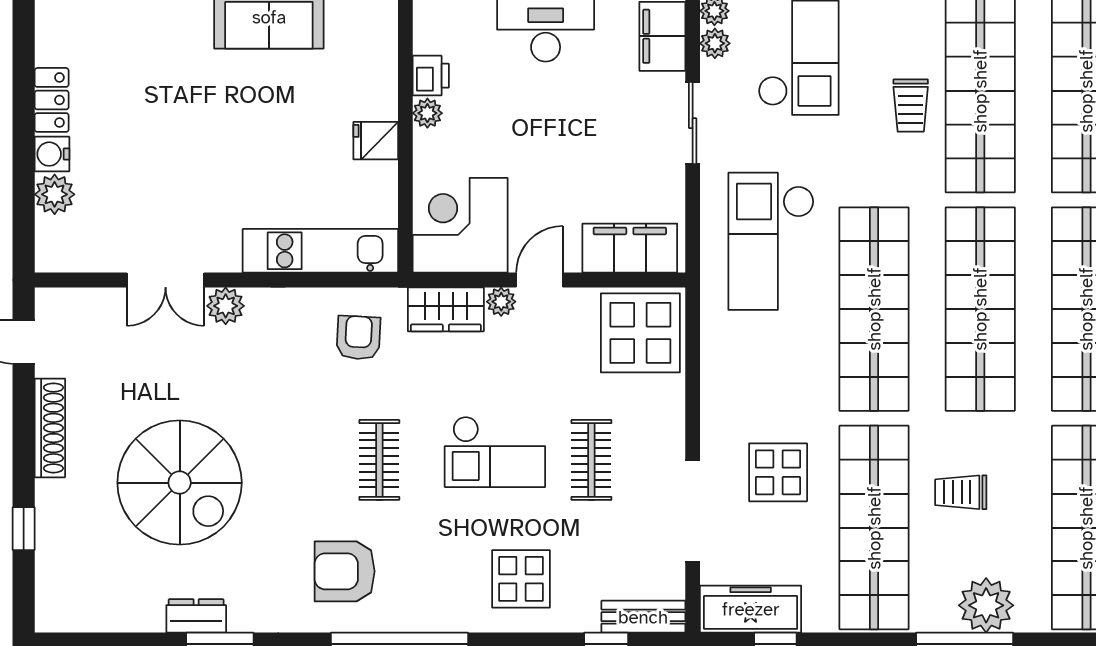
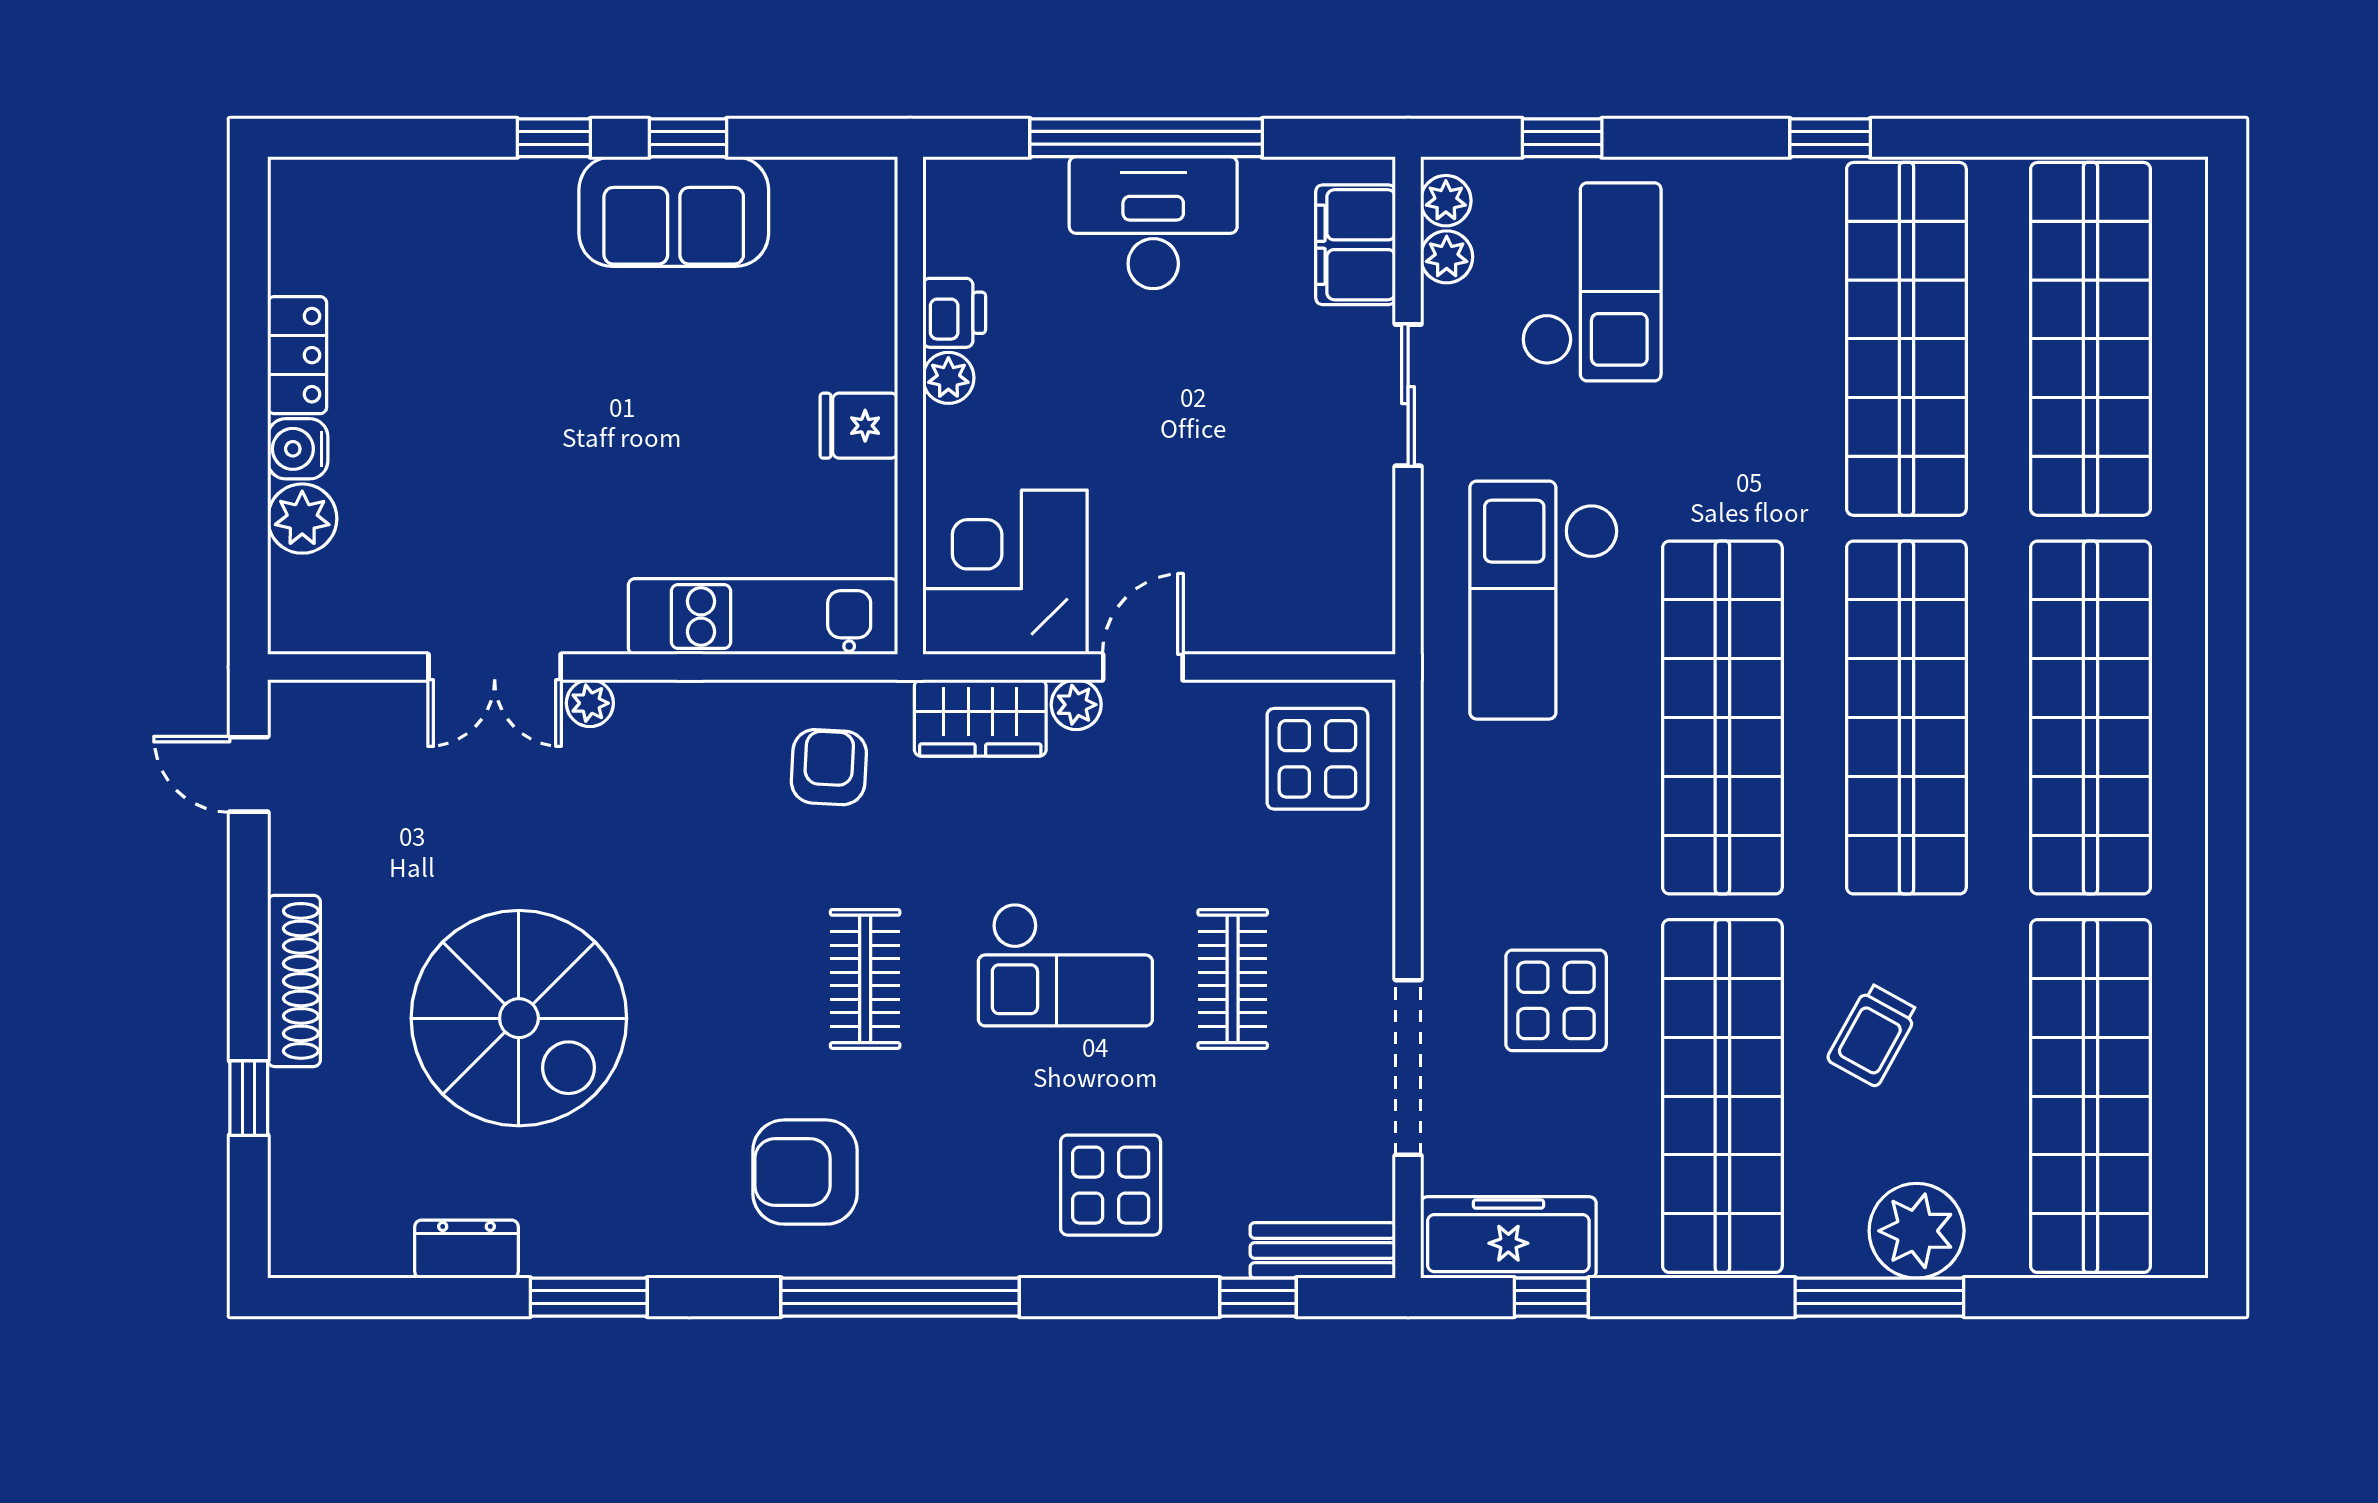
trolley: (911, 106) -> (1786, 365), removed
filing cabinet: (630, 248) -> (1299, 612), removed
plant: (226, 306) -> (590, 703), width x0.73, depth x0.73
display table: (640, 333) -> (1317, 759), width x0.73, depth x0.73
shoe rack: (50, 428) -> (294, 981), moved
trolley: (961, 492) -> (1873, 1035), turned -61
dresser: (196, 616) -> (466, 1249), moved

